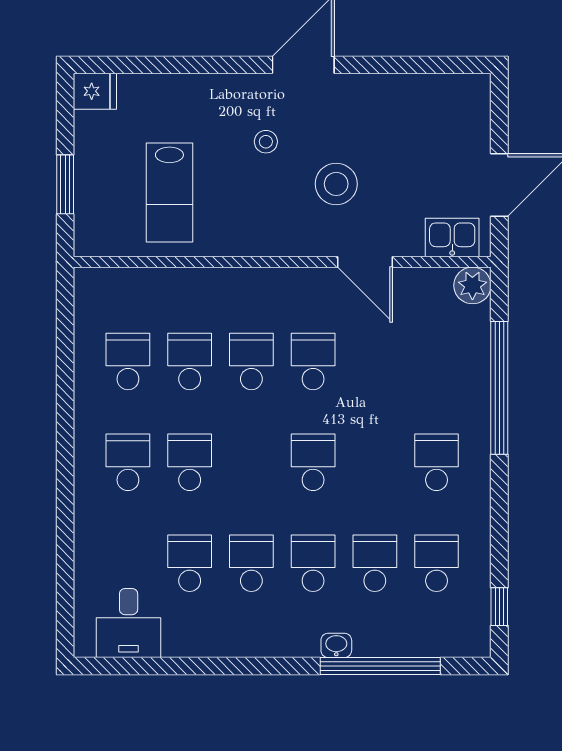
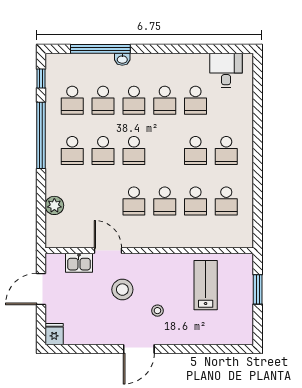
fridge: (95, 91) -> (54, 334), moved, turned 90
kitchen sink: (452, 238) -> (79, 263), moved
plant: (472, 285) -> (54, 205), moved
window: (499, 388) -> (41, 135), moved
school desk: (375, 462) -> (103, 151), added

